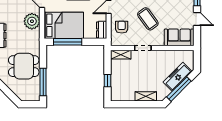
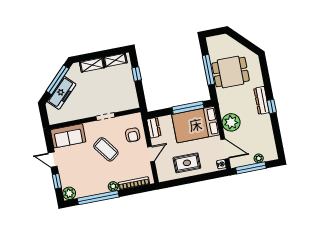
shelving: (121, 55) -> (115, 60), moved
window: (43, 82) -> (208, 70), moved

